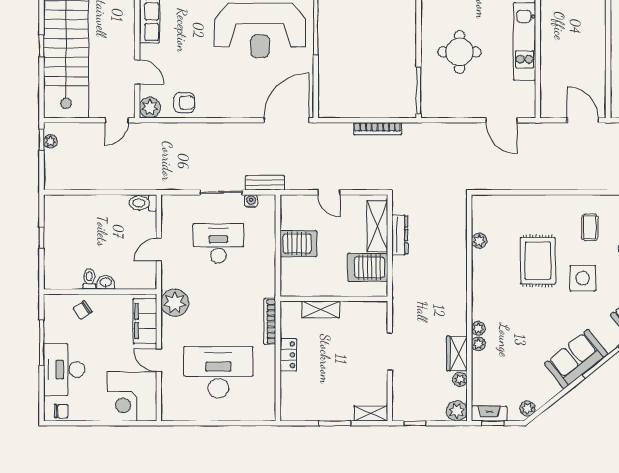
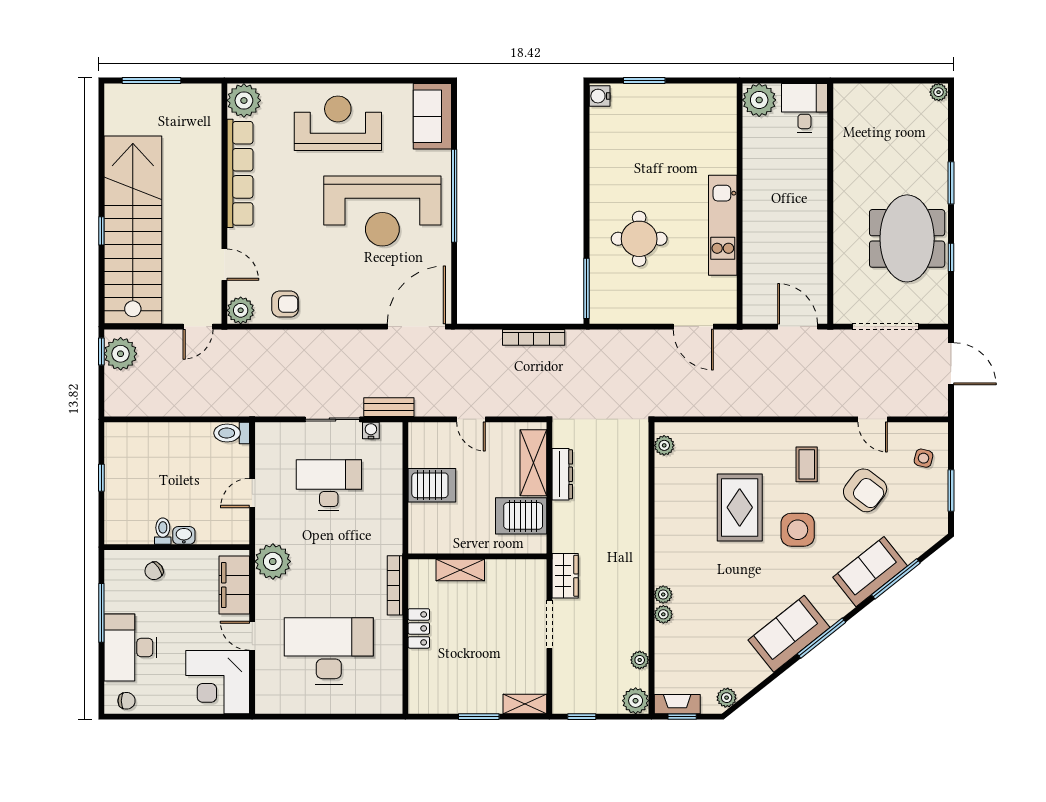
plant: (50, 141) -> (121, 354), width x1.88, depth x1.88
plant: (479, 241) -> (664, 445), moved
wardrobe: (457, 353) -> (565, 576), moved, turned 180

